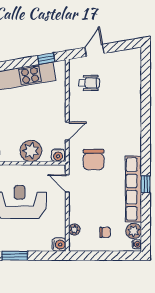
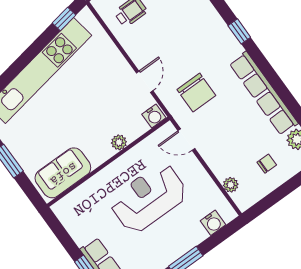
plant: (31, 151) -> (119, 142), width x0.53, depth x0.53
window: (146, 184) -> (239, 31), moved
water cooler: (59, 245) -> (213, 223), moved, turned 90

